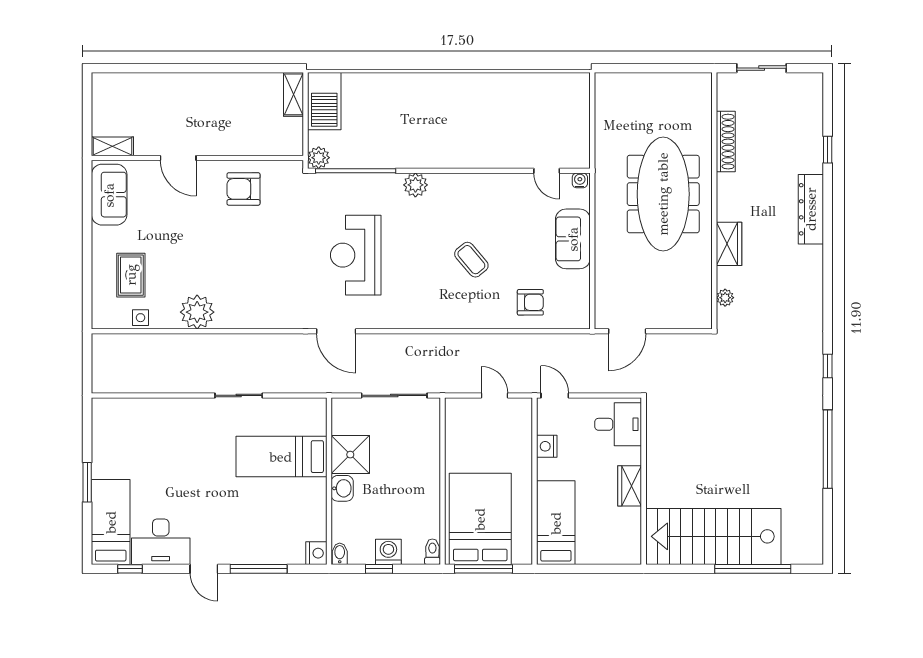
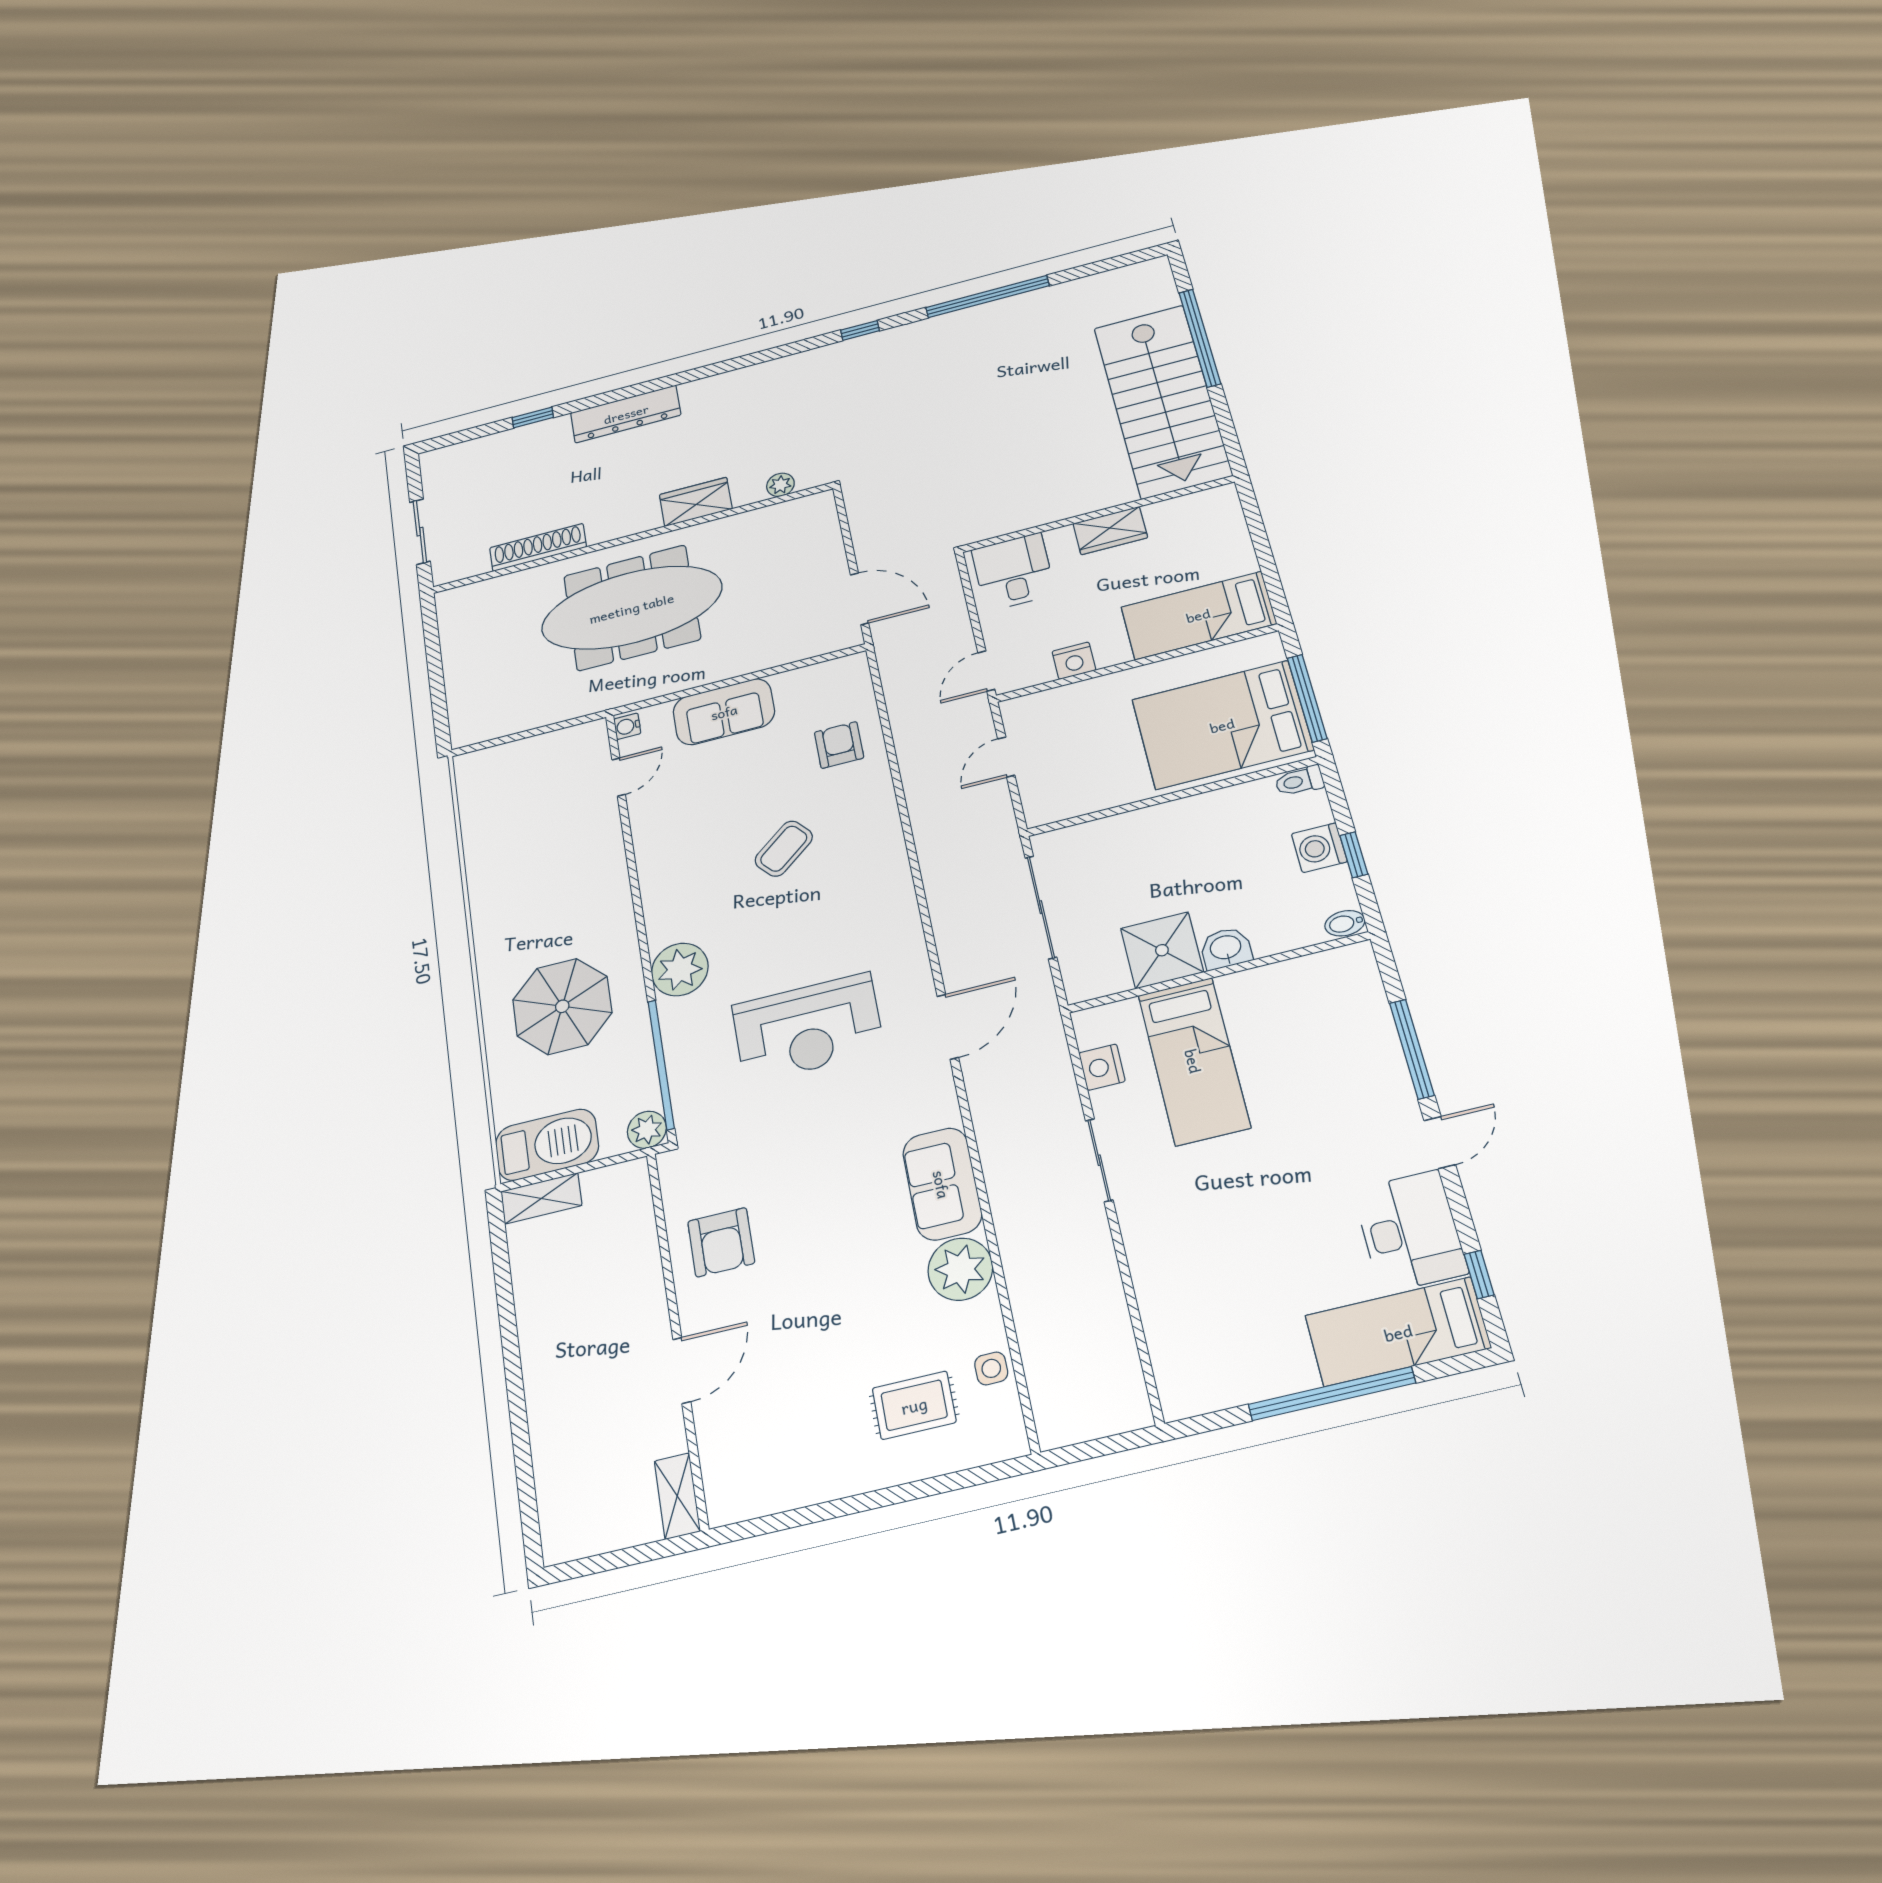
parasol: (406, 120) -> (562, 1006), added
plant: (415, 185) -> (680, 969), width x1.36, depth x1.36
sofa: (109, 195) -> (942, 1184), moved, turned -90
window: (87, 482) -> (1332, 1394), width x2.11
nightstand: (316, 553) -> (1102, 1067), moved, turned -90

